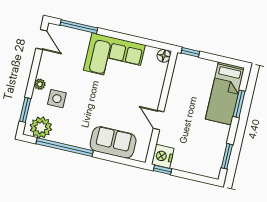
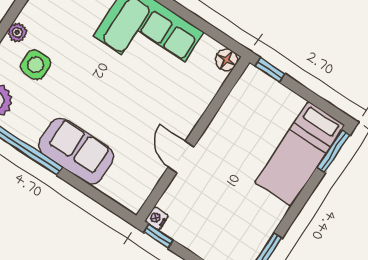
window: (239, 104) -> (333, 151), moved
sofa: (113, 142) -> (76, 151), moved
nightstand: (163, 156) -> (157, 218), width x0.53, depth x0.56

